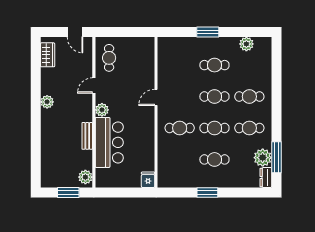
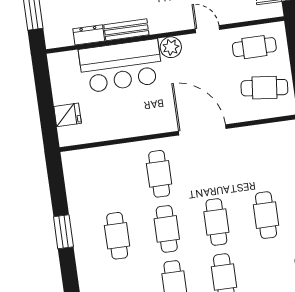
cafe table: (135, 55) -> (264, 88), added
door: (156, 97) -> (202, 130), width x1.87
dresser: (87, 160) -> (89, 35), added
plant: (85, 177) -> (61, 36), removed
fridge: (148, 180) -> (68, 115), moved

